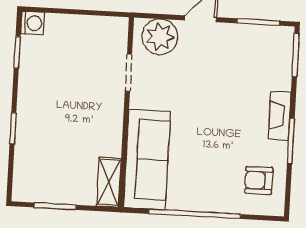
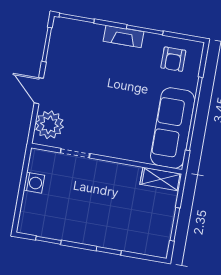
washing machine: (33, 23) -> (34, 183), moved, turned 90
sofa: (147, 160) -> (173, 128), moved, turned -90

